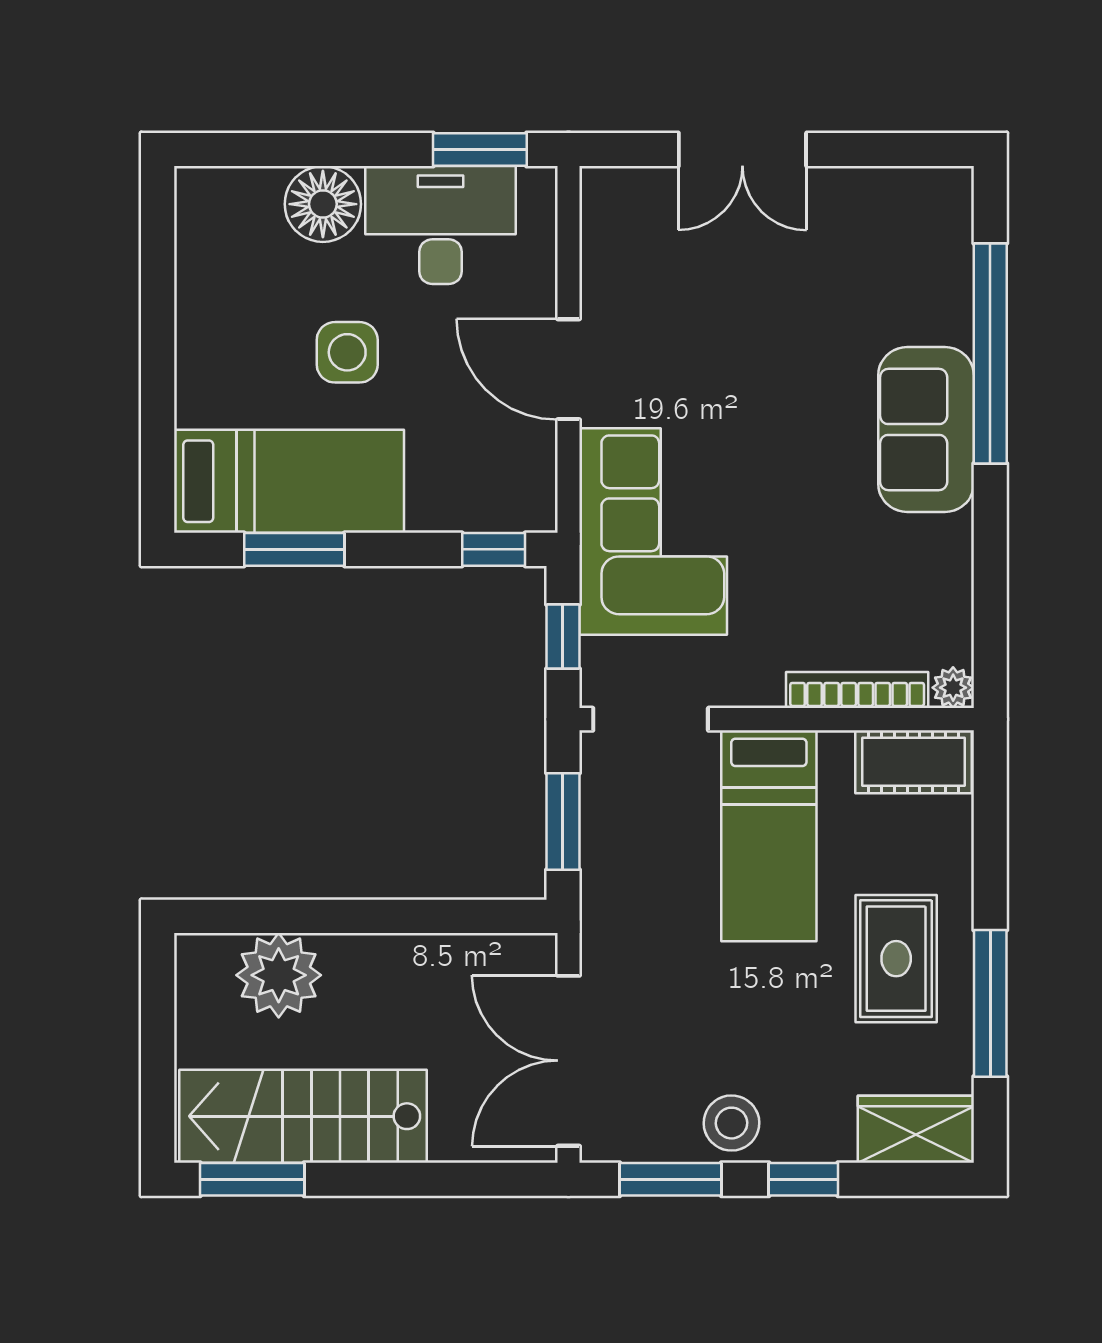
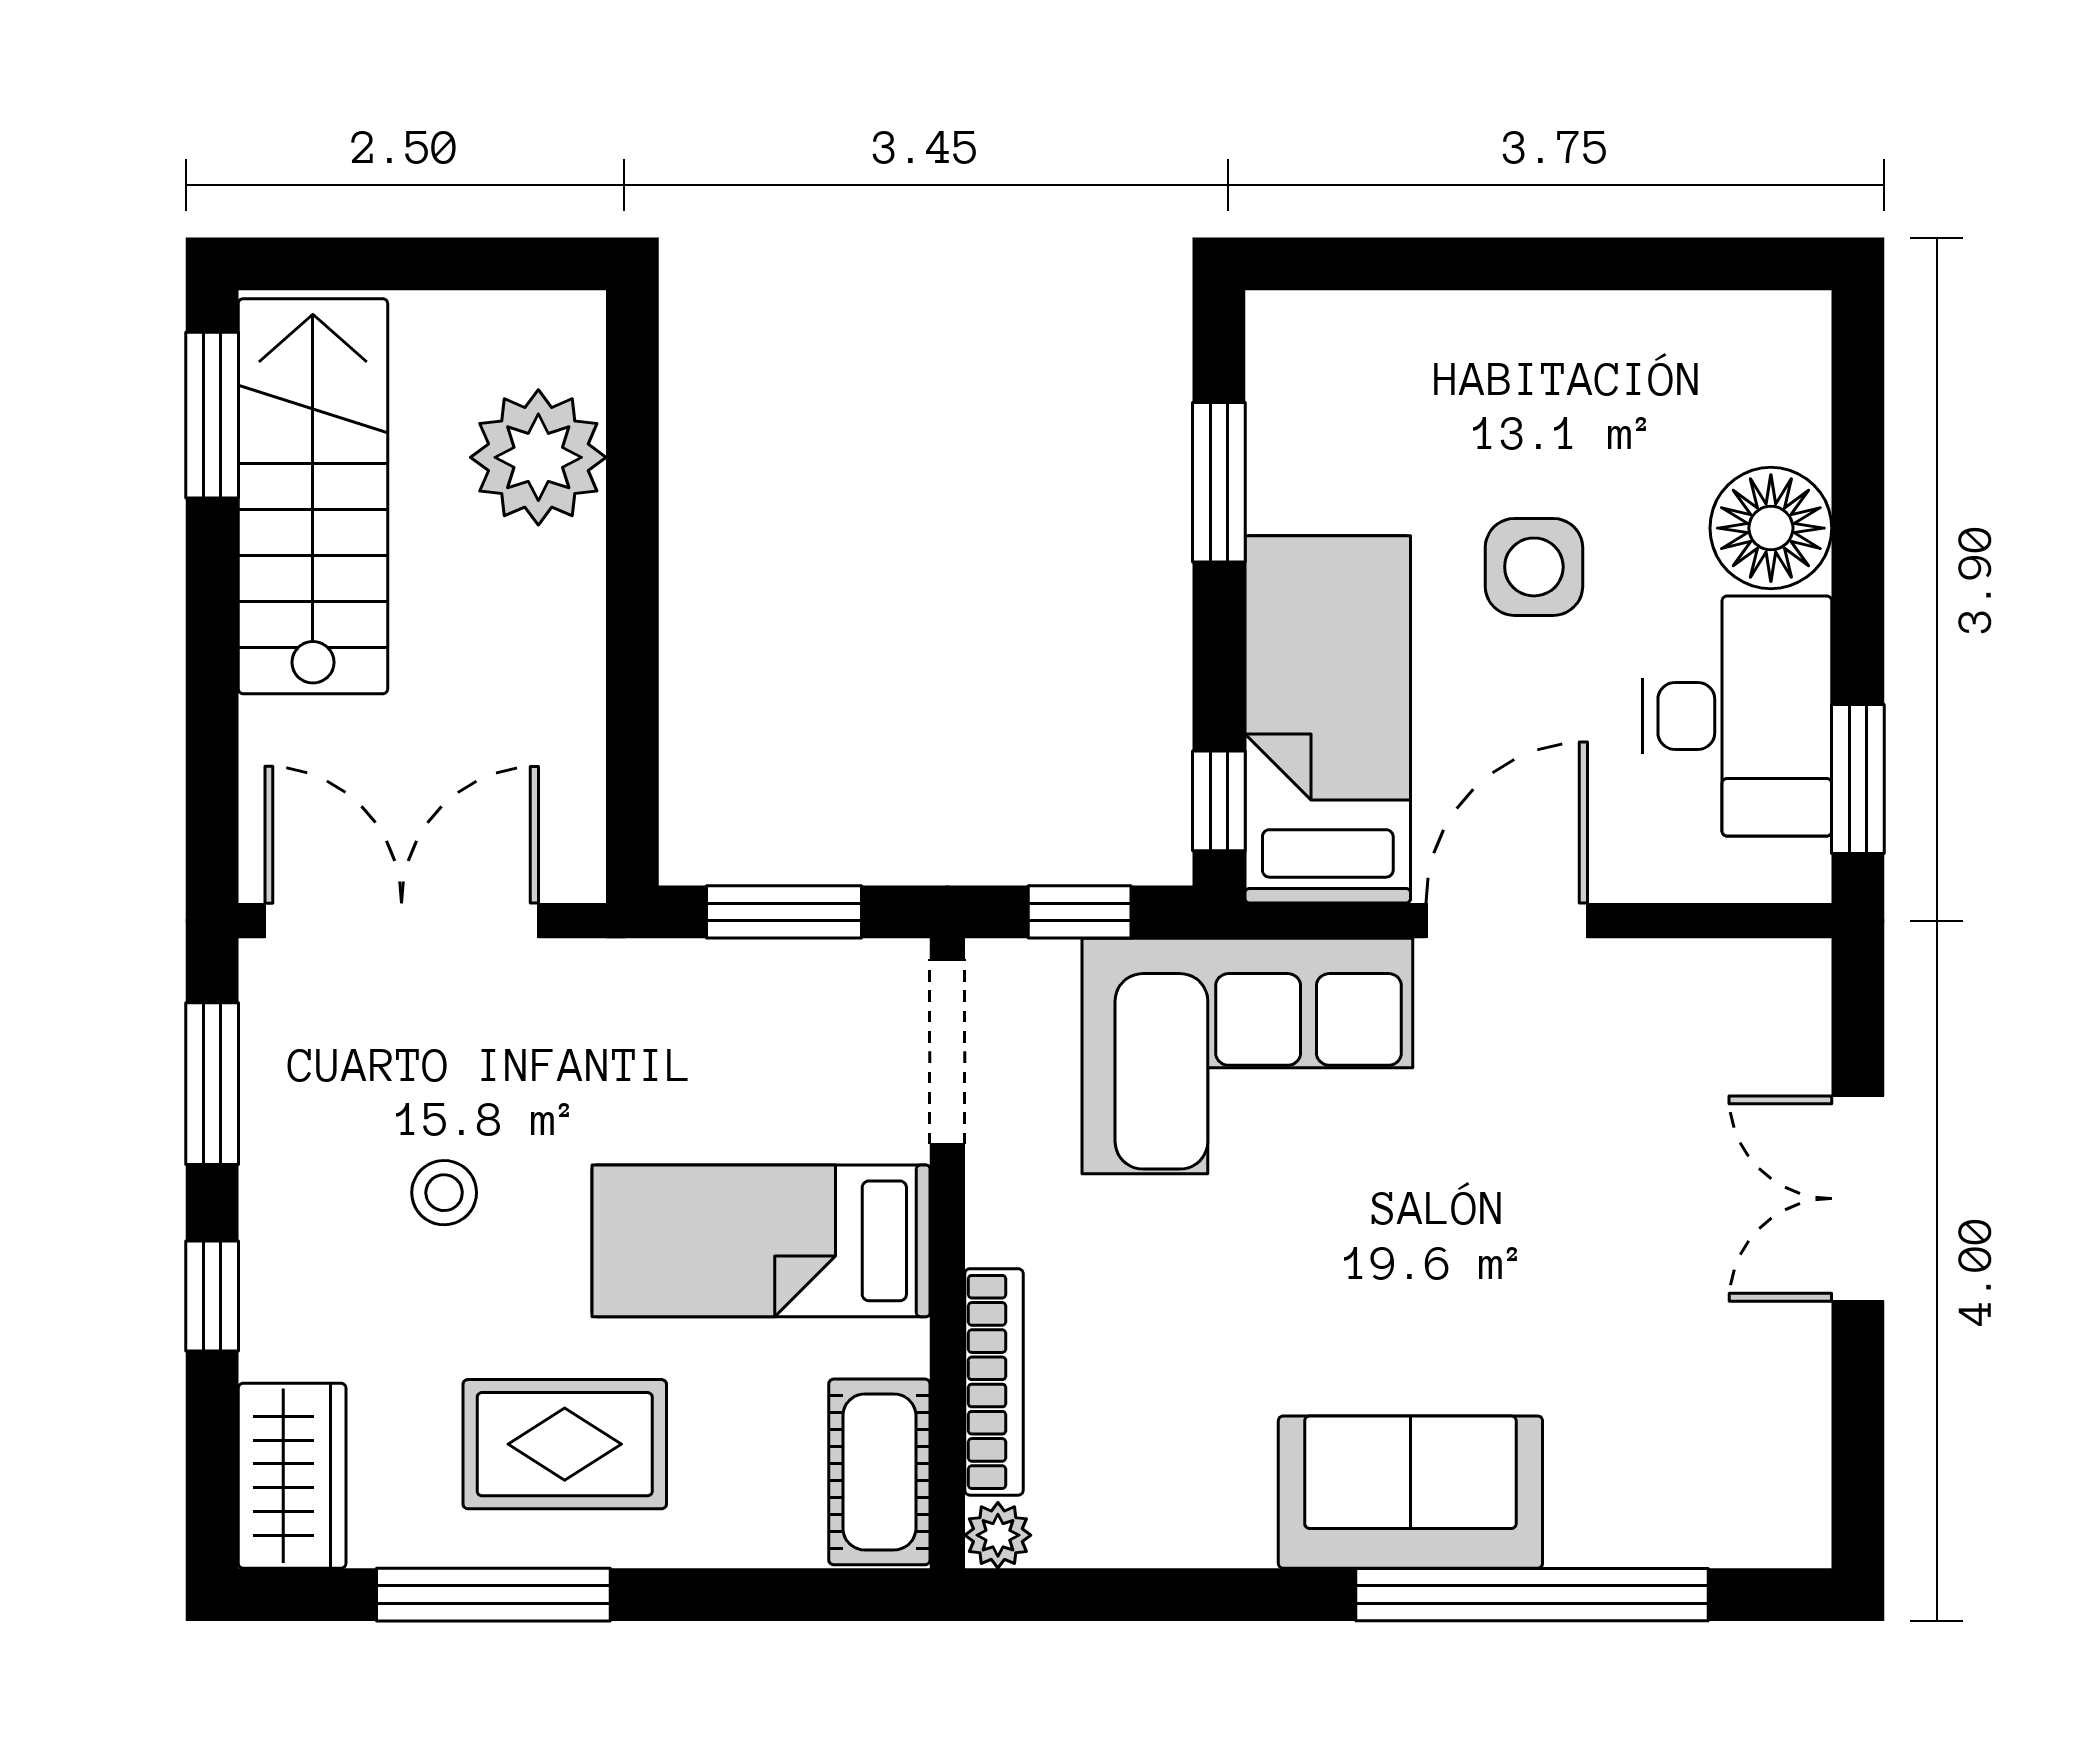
bed: (289, 481) -> (1328, 719), moved, turned 180
stool: (731, 1123) -> (444, 1193), moved, width x0.73, depth x0.73

